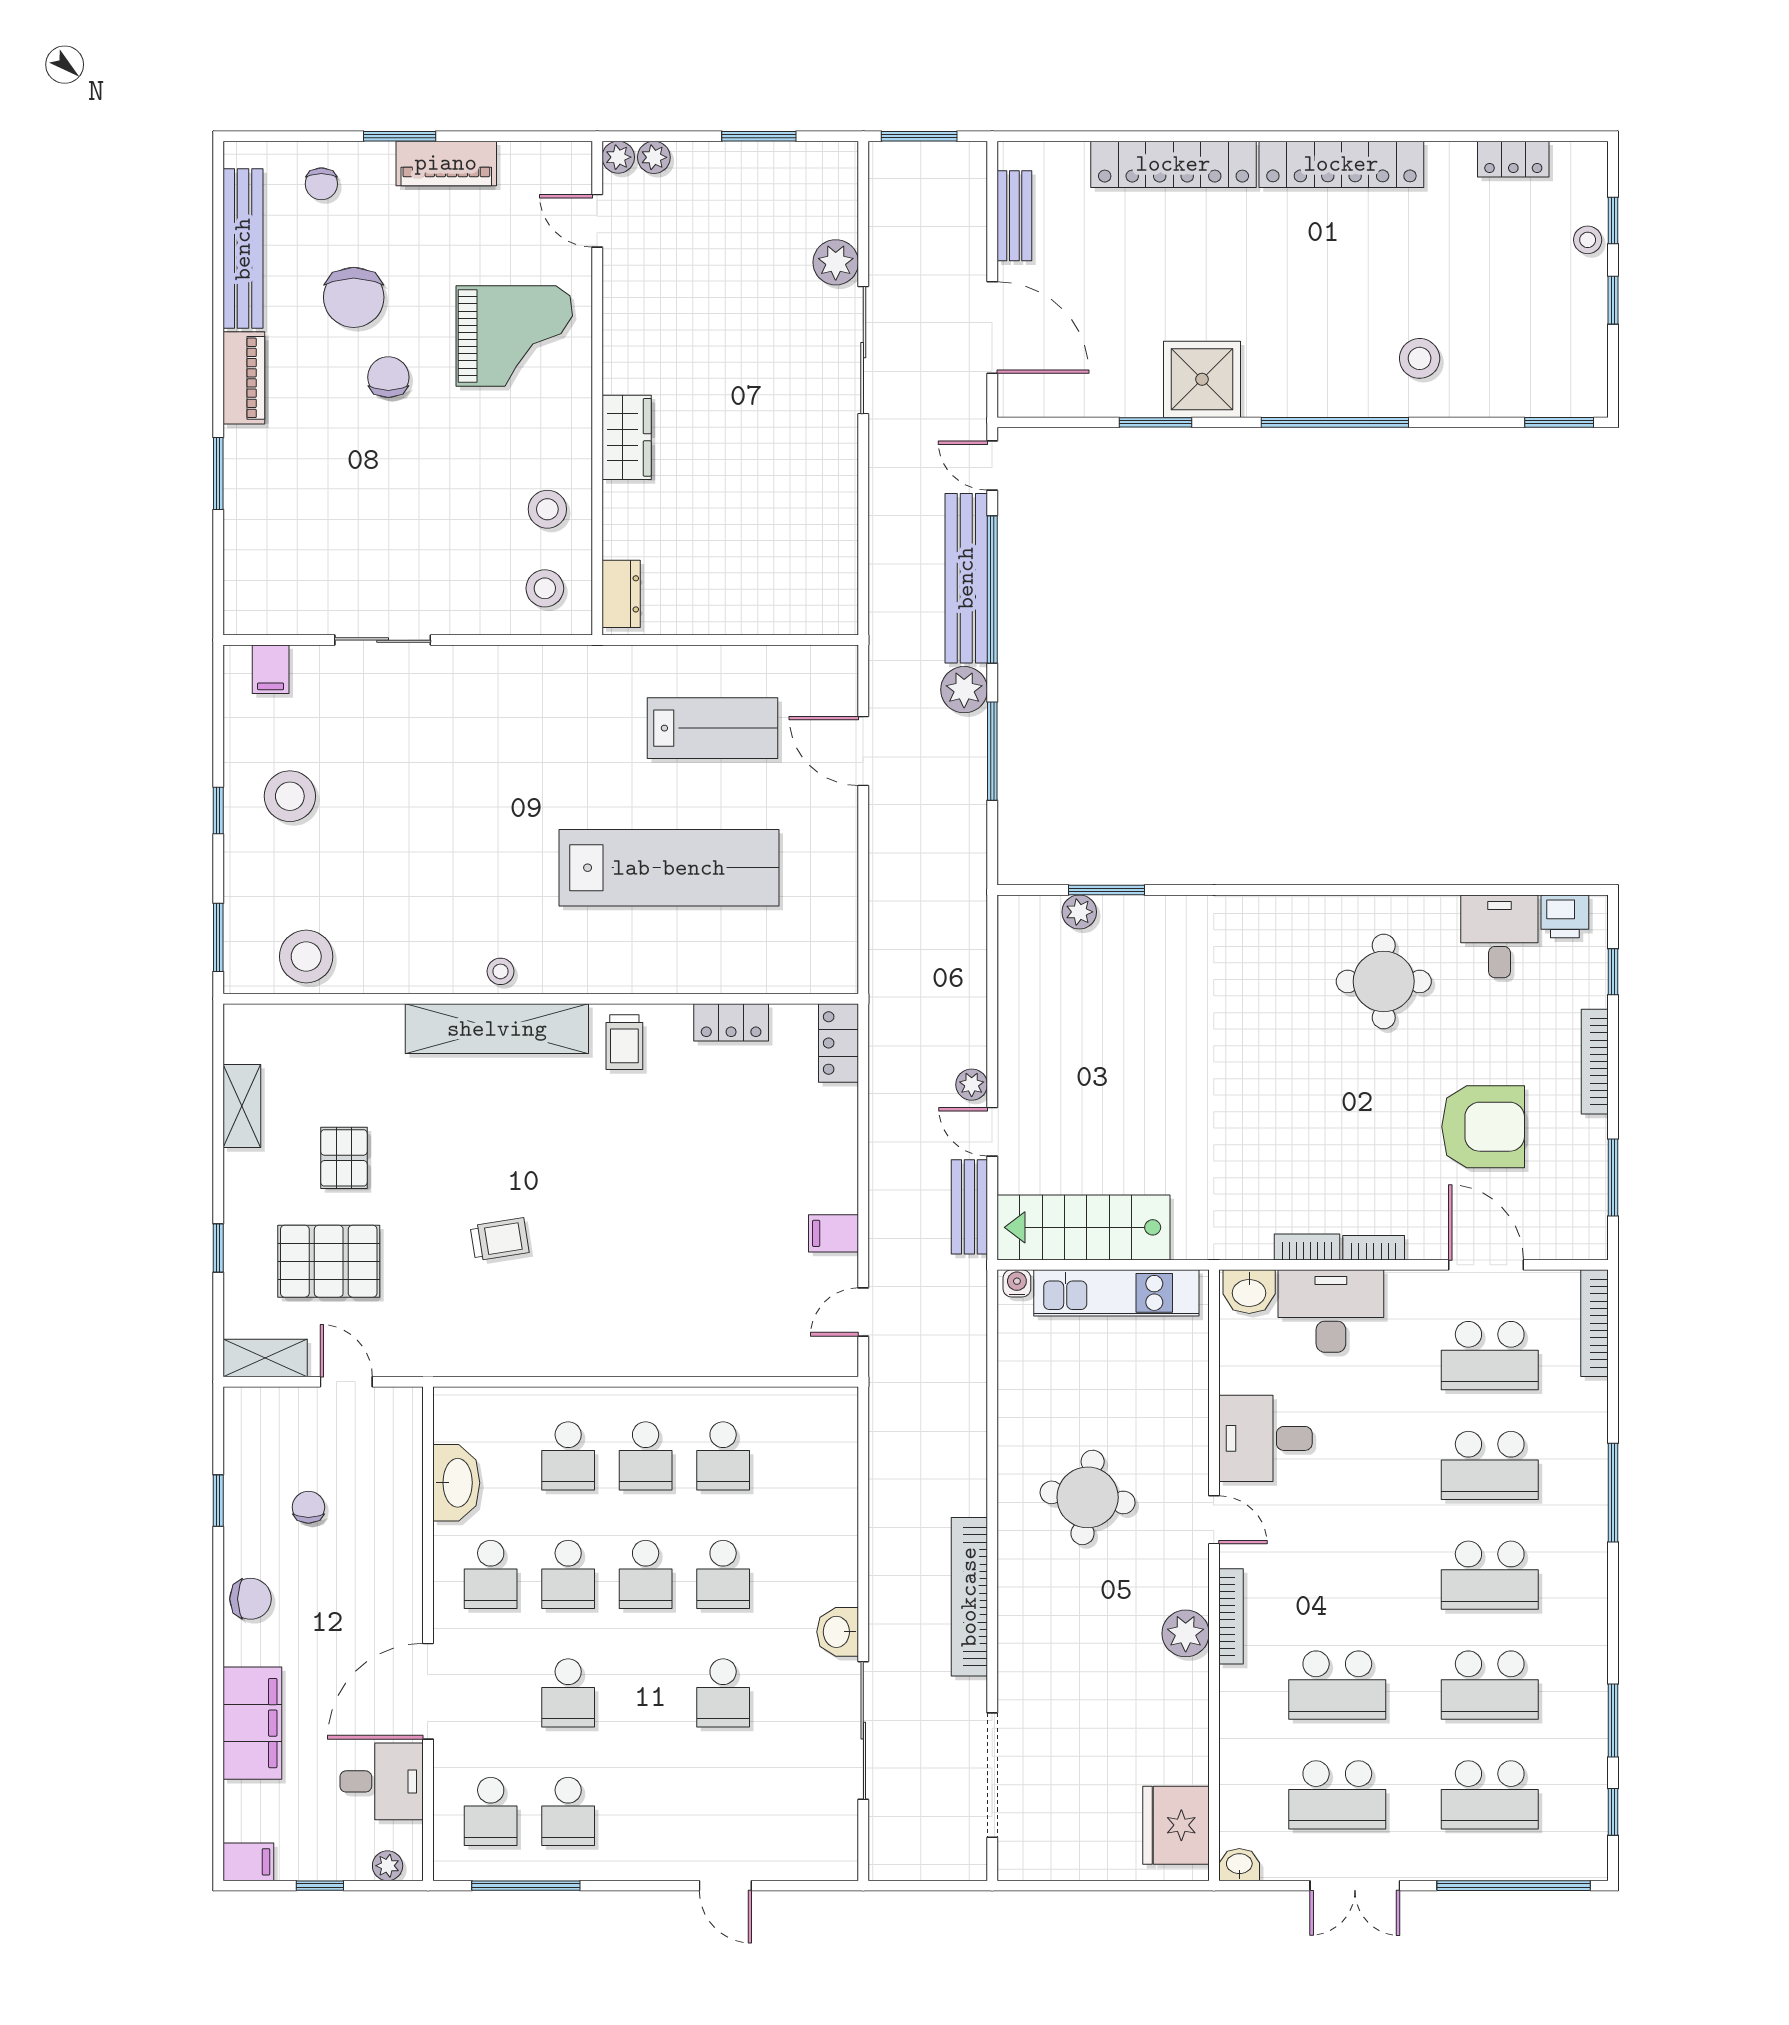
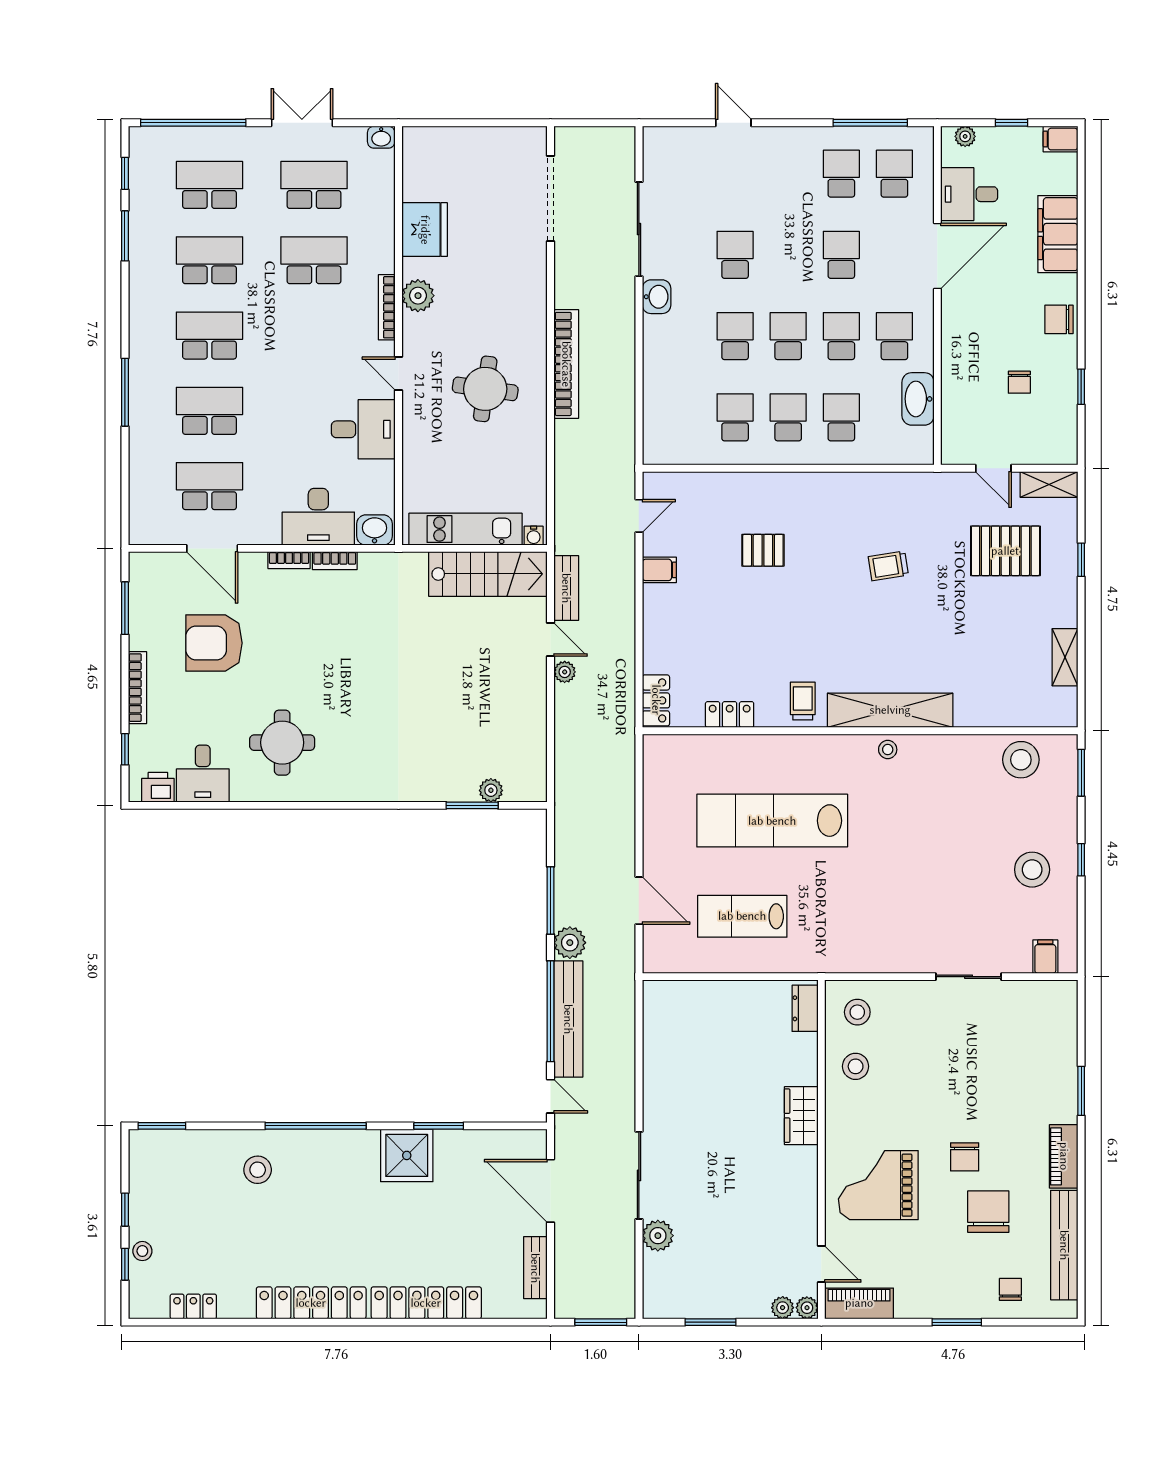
piano: (446, 163) -> (859, 1303), moved
pallet: (344, 1158) -> (763, 550), moved, turned 90
bookcase: (1595, 1323) -> (138, 508), removed
bookcase: (969, 1597) -> (566, 364), moved
fridge: (1176, 1825) -> (425, 230), moved

